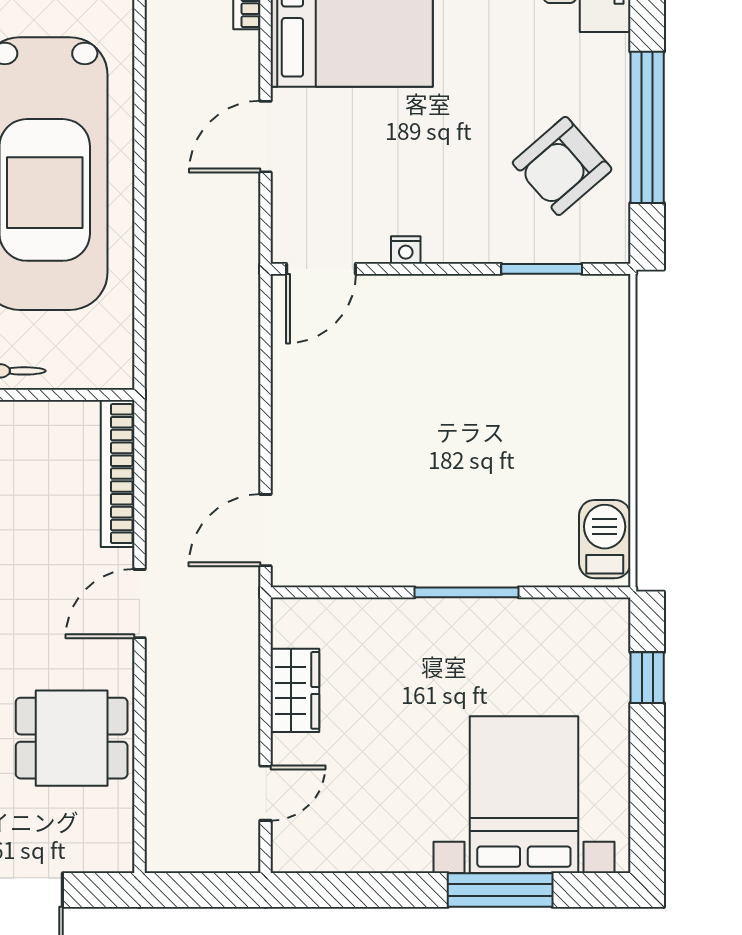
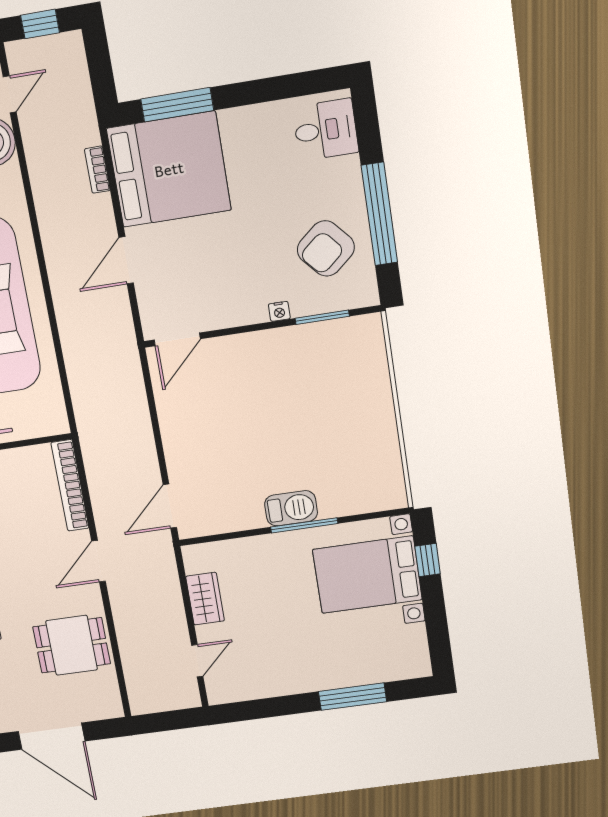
nightstand: (406, 250) -> (279, 311), moved
barbecue: (605, 539) -> (291, 508), moved, turned 90
bed with nightstands: (524, 795) -> (367, 575), moved, turned -90

